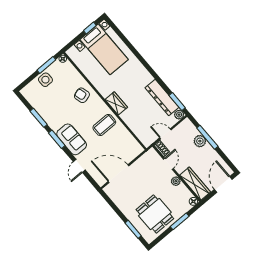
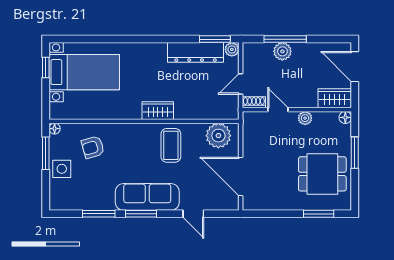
armchair: (82, 95) -> (93, 147), moved
sofa: (72, 139) -> (147, 197), width x1.36
plant: (130, 145) -> (218, 136), added
door: (118, 174) -> (241, 176), hinge flipped
wardrobe: (195, 184) -> (335, 98), width x0.67

